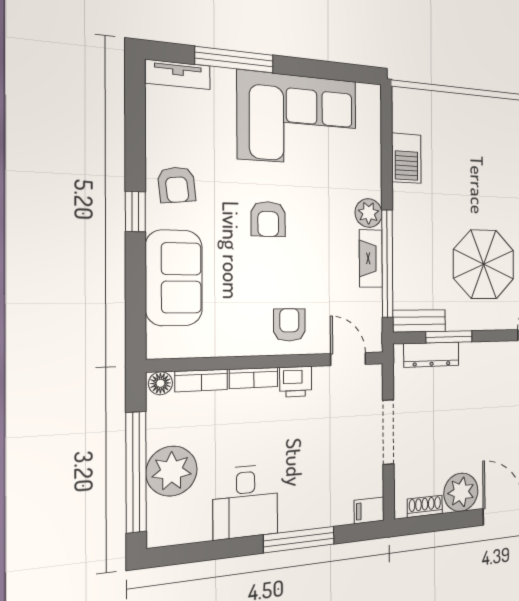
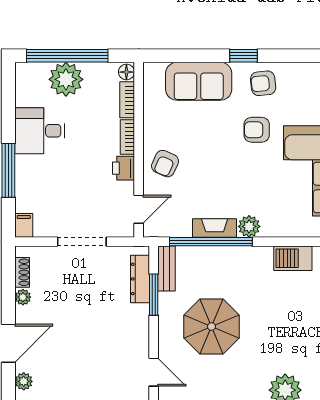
armchair: (268, 219) -> (257, 130), moved
armchair: (289, 325) -> (165, 164), turned 114
plant: (461, 492) -> (23, 297), width x0.53, depth x0.53

